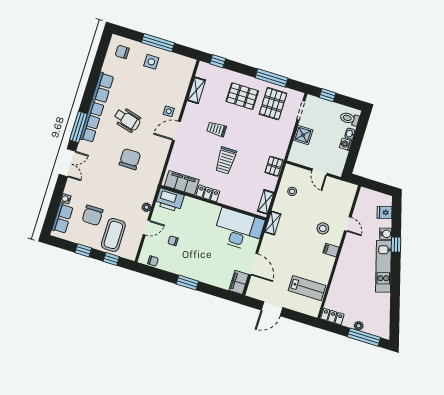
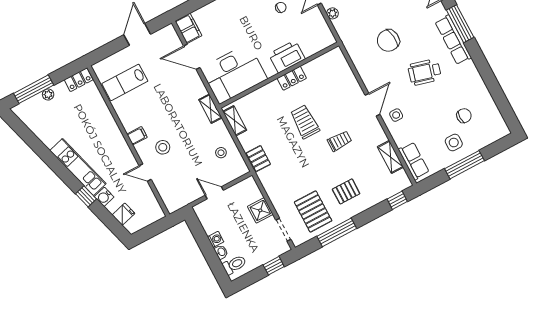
chair: (122, 52) -> (464, 116), moved
row of seats: (103, 88) -> (414, 161), moved, turned 180
pallet: (242, 96) -> (346, 191), width x0.67, depth x0.71
chair: (130, 159) -> (388, 41), turned 83
filing cabinet: (182, 183) -> (323, 65), removed
printer: (170, 200) -> (287, 57), moved

